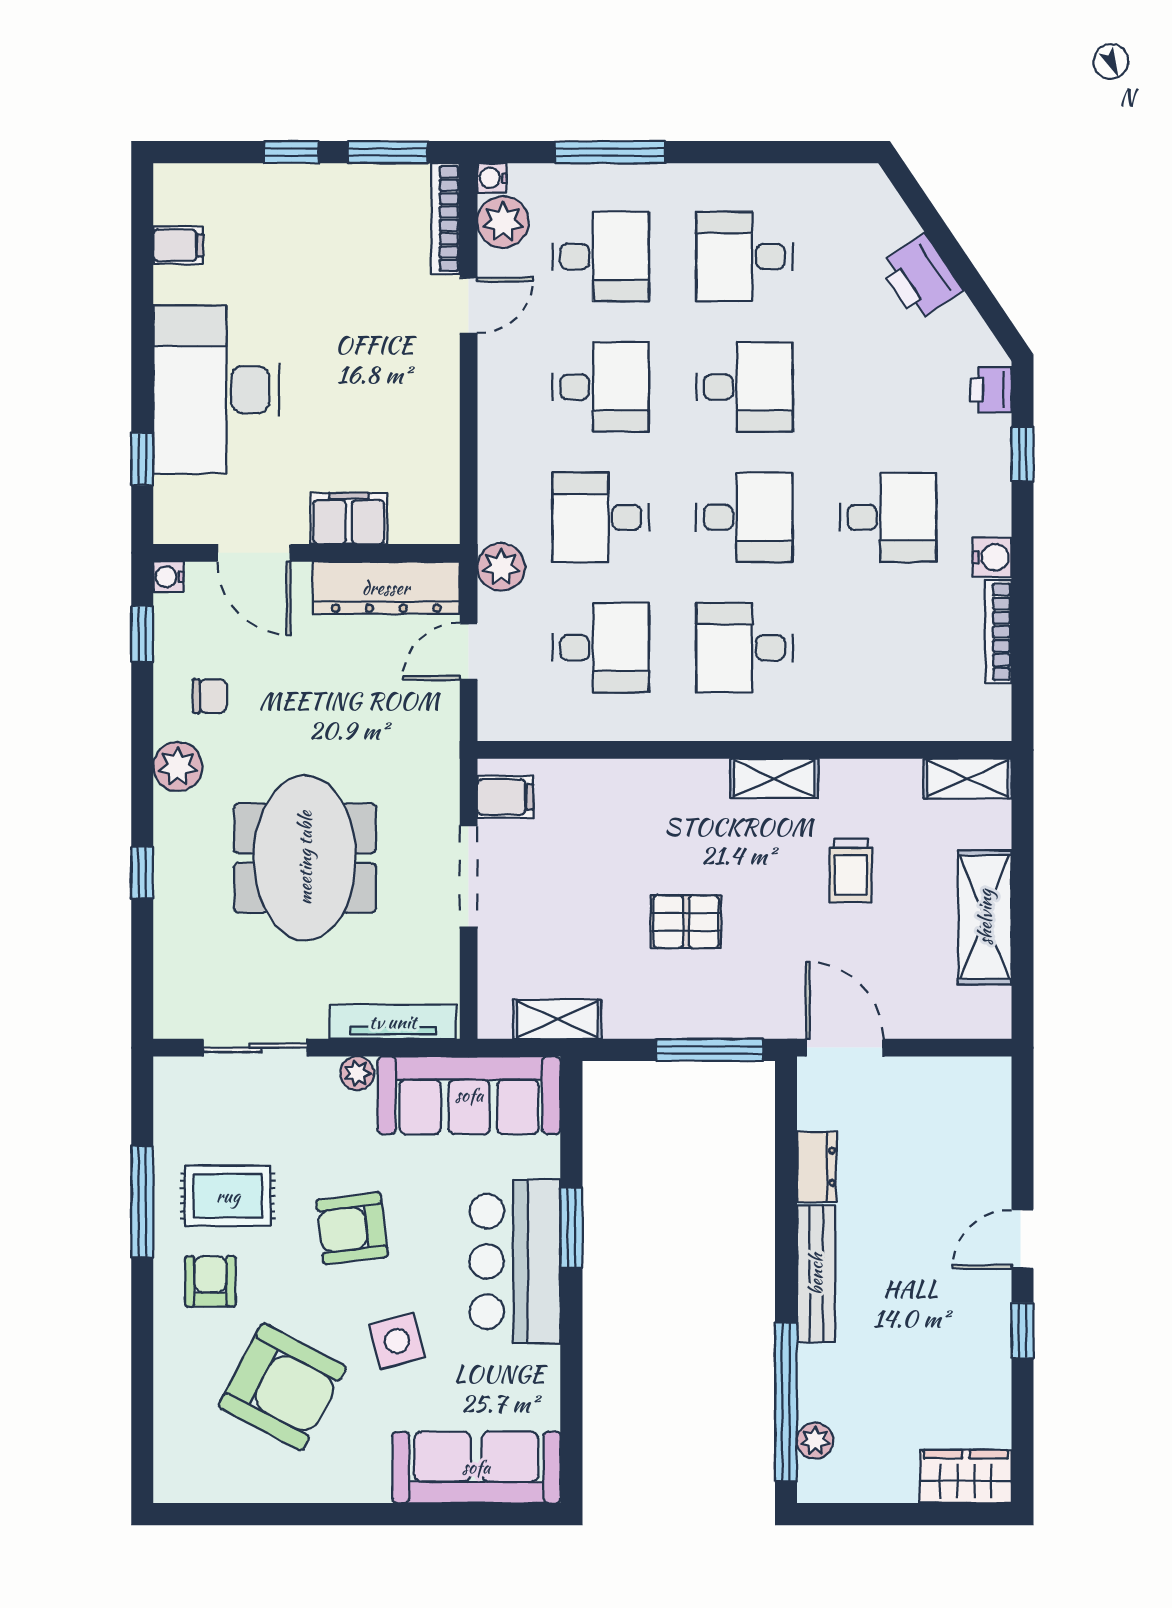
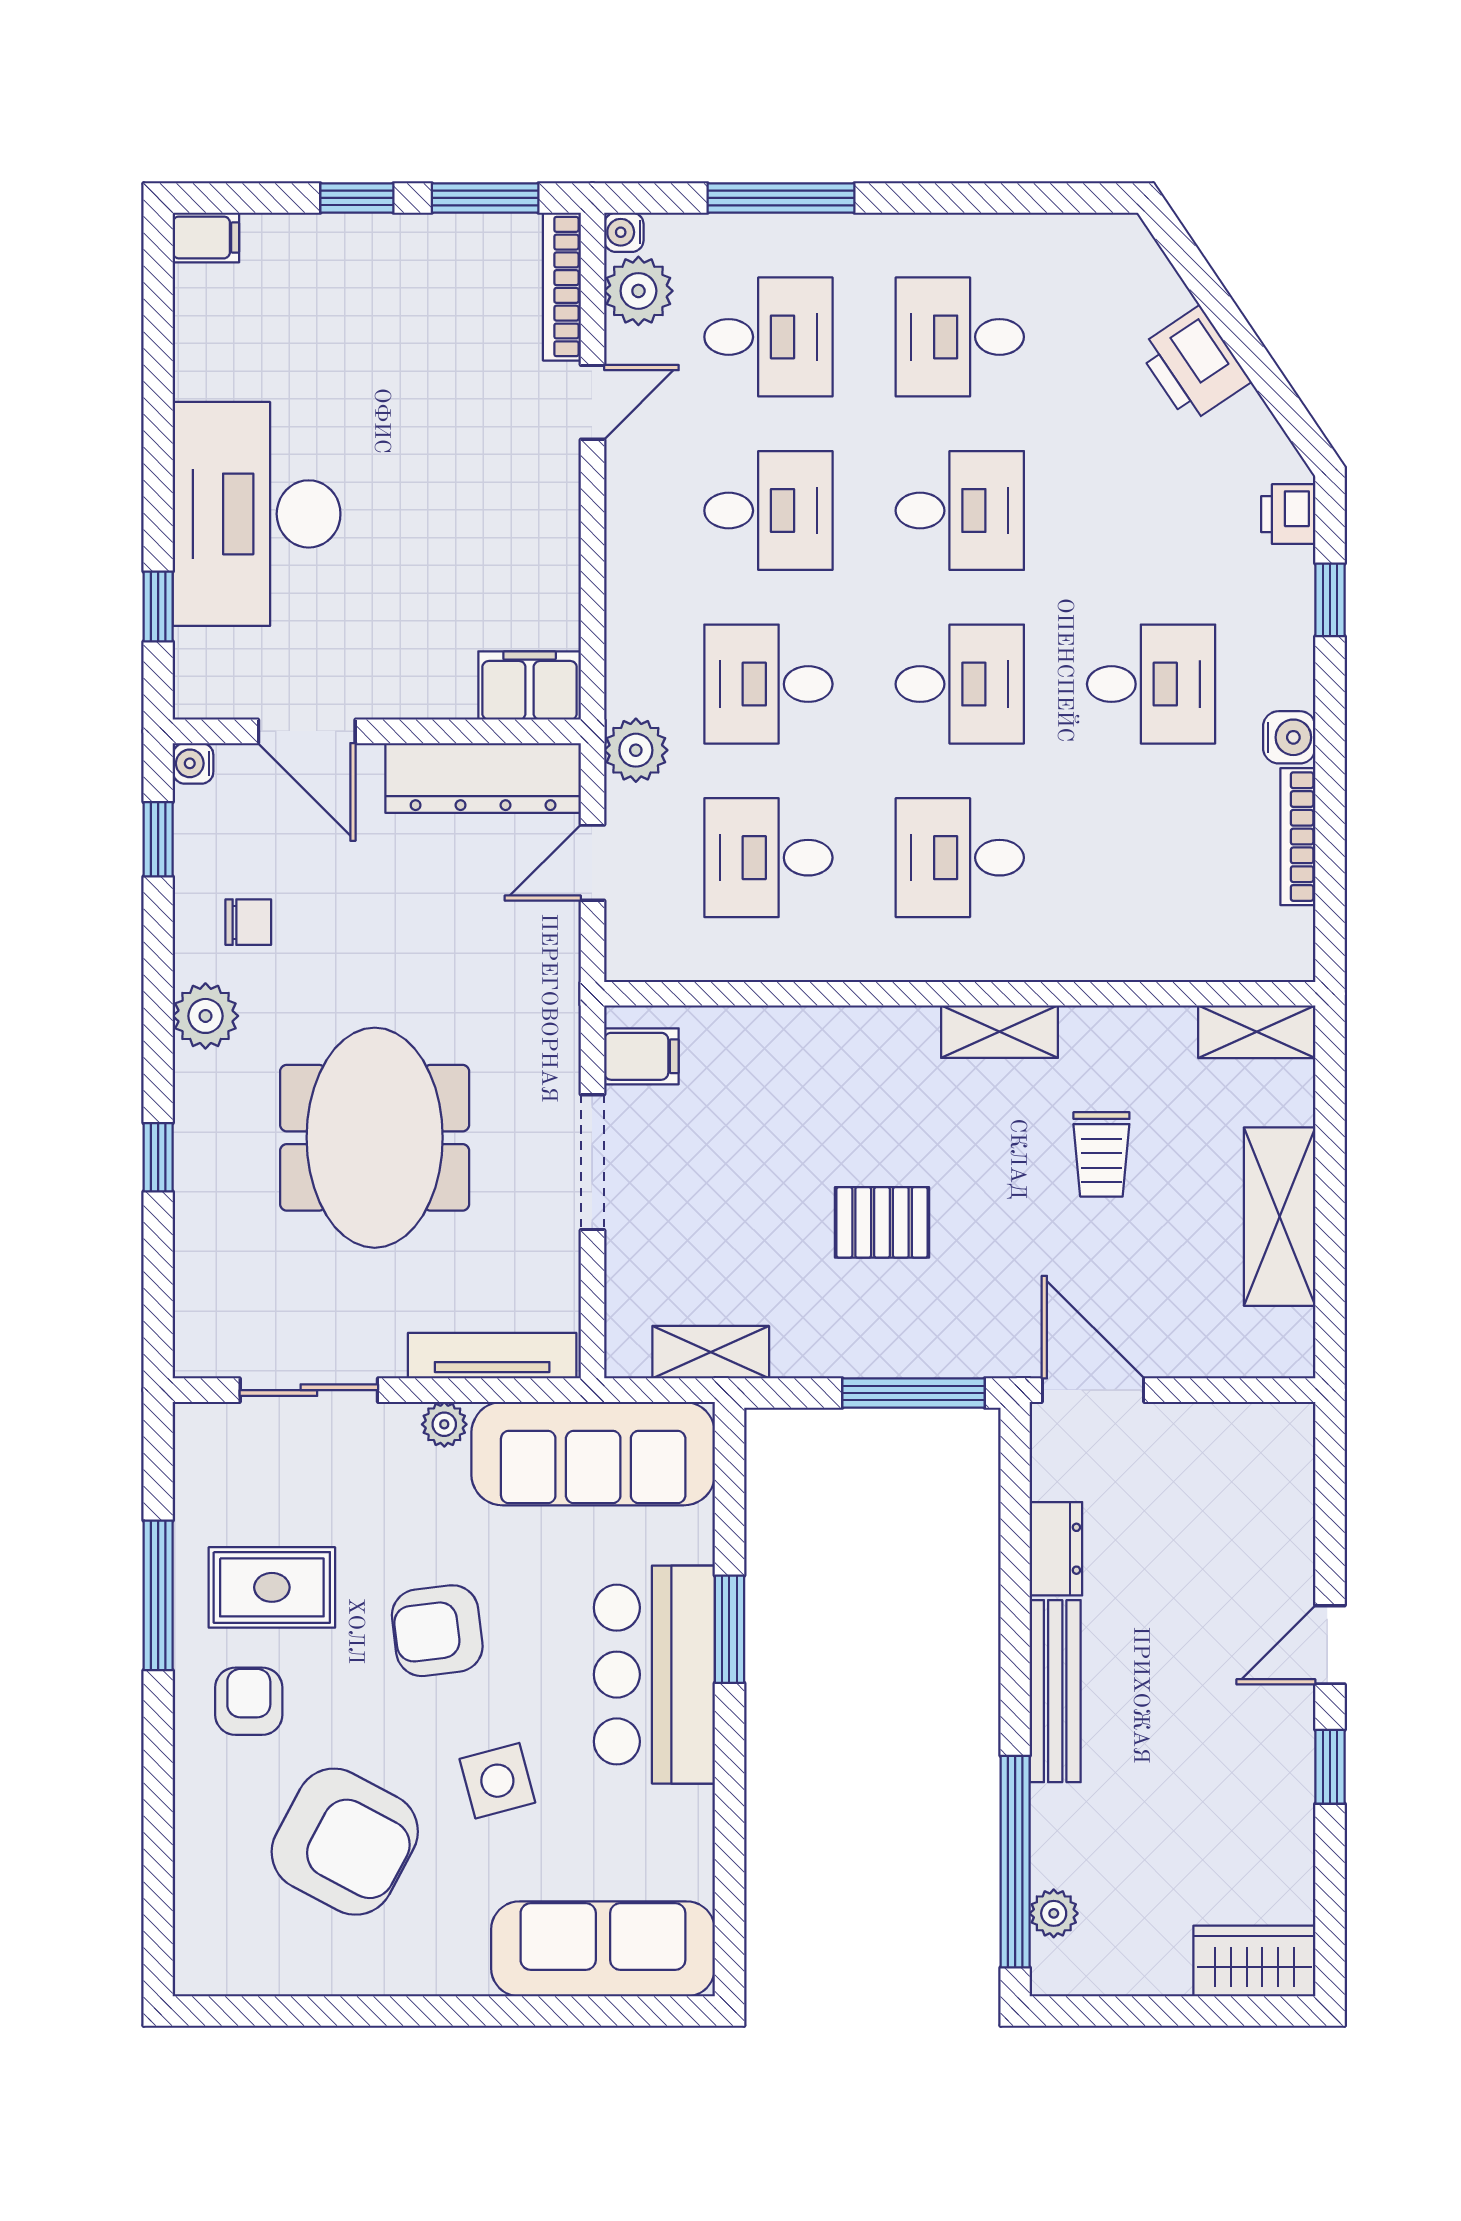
filing cabinet: (178, 245) -> (206, 237), moved
filing cabinet: (349, 518) -> (530, 686), moved
desk: (601, 648) -> (768, 858), turned 180

